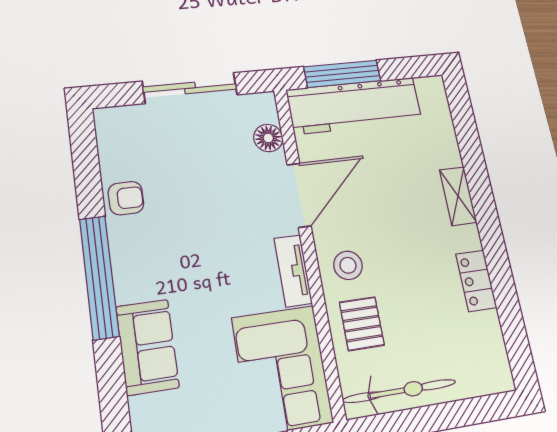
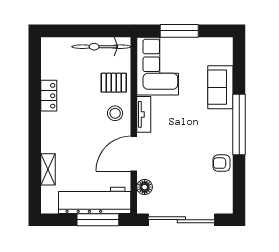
sliding door: (190, 88) -> (181, 220), width x1.36
shelving: (458, 196) -> (48, 169), moved
pallet: (362, 324) -> (114, 83), turned 90

